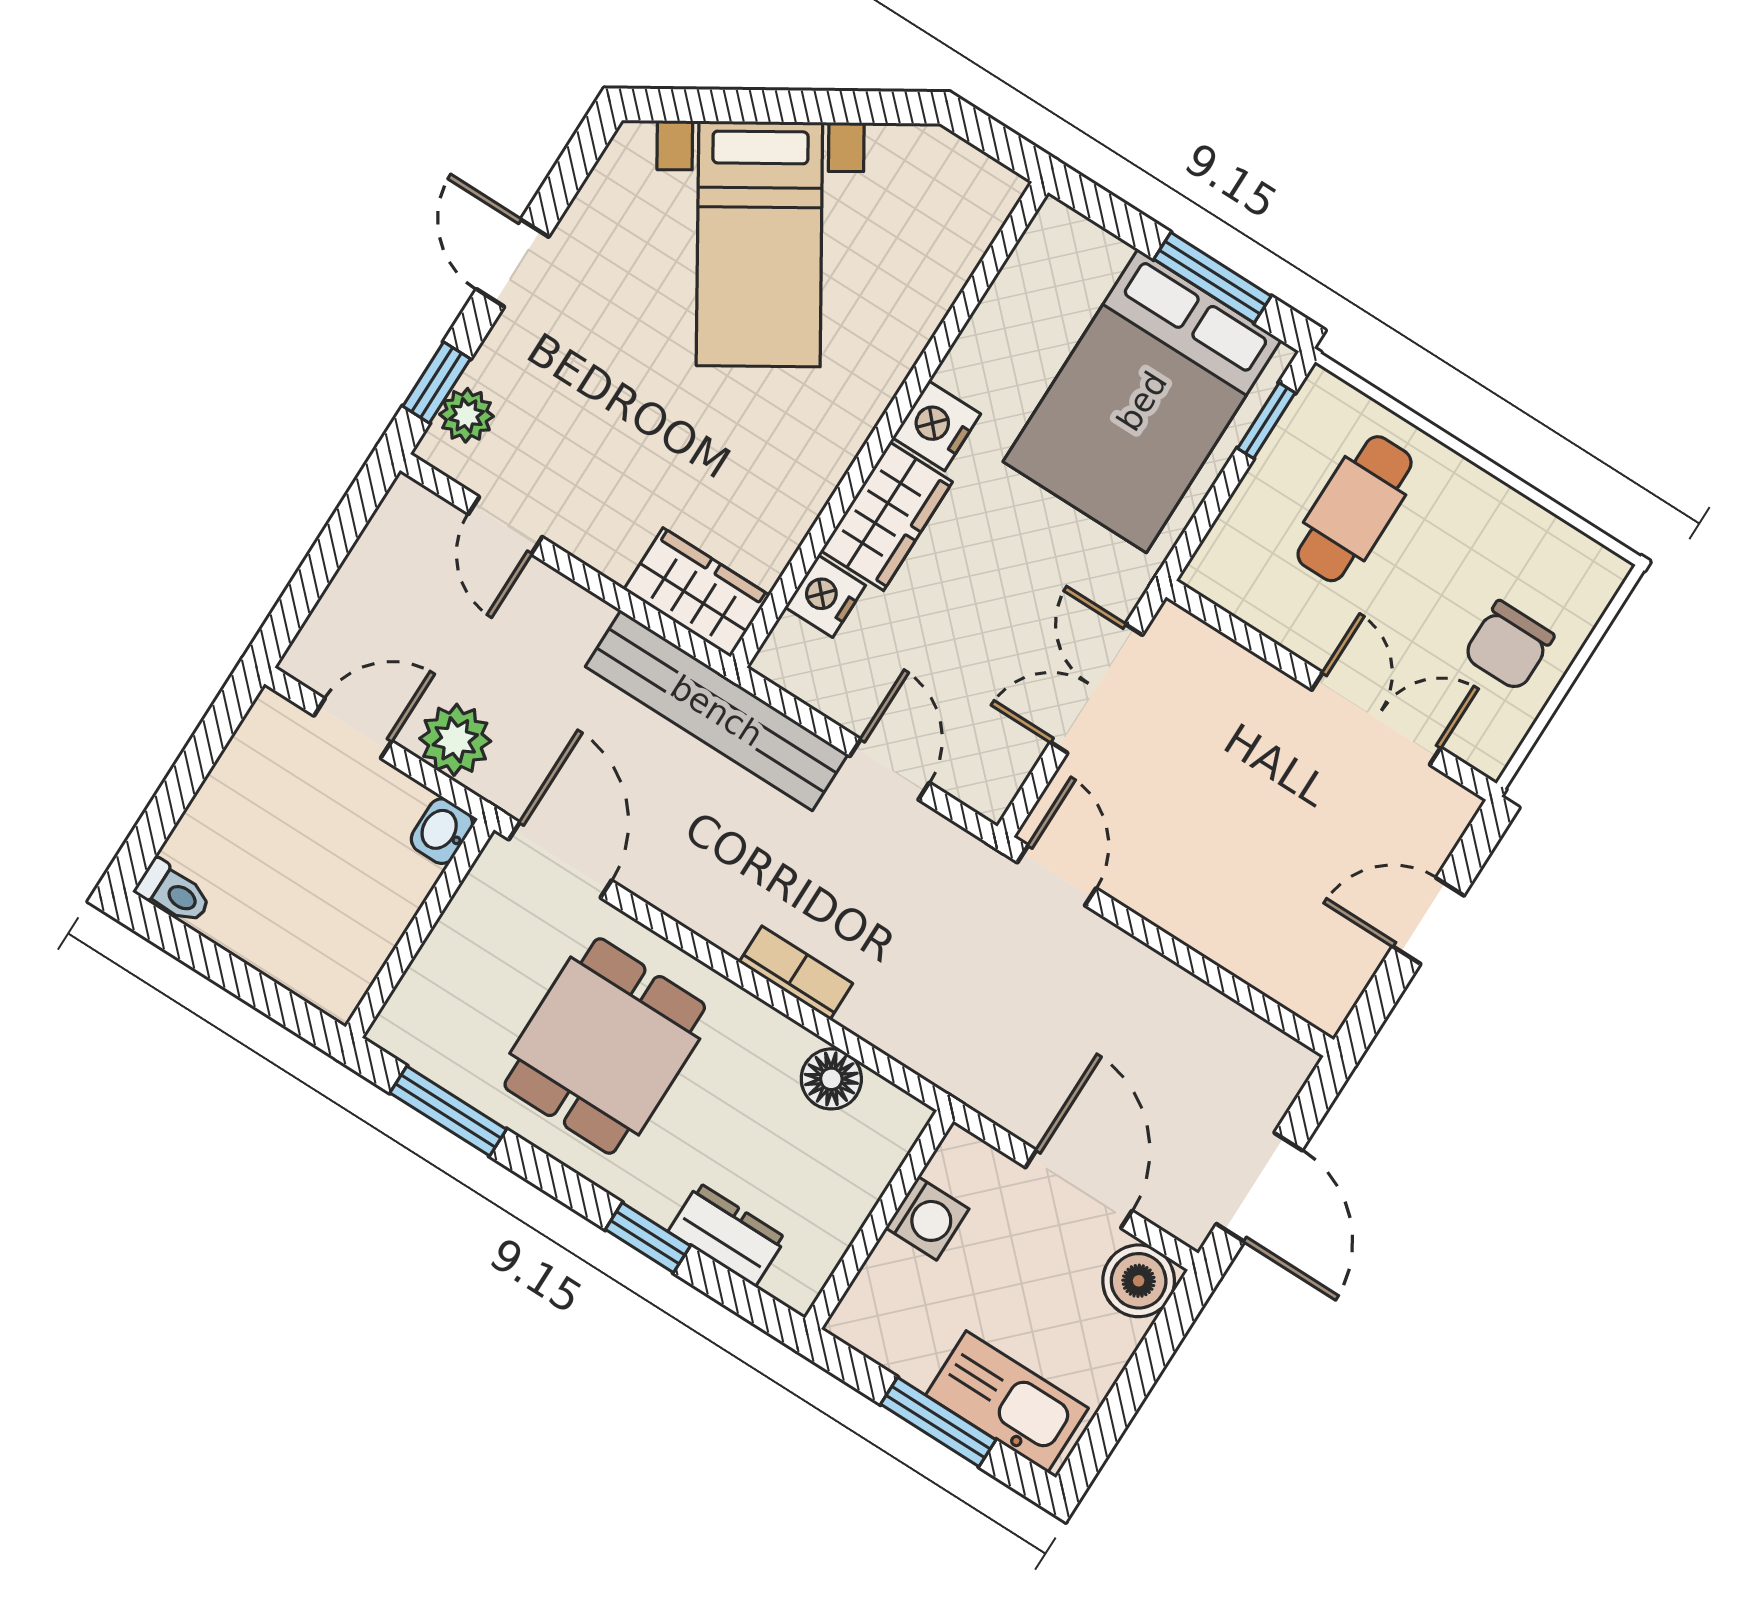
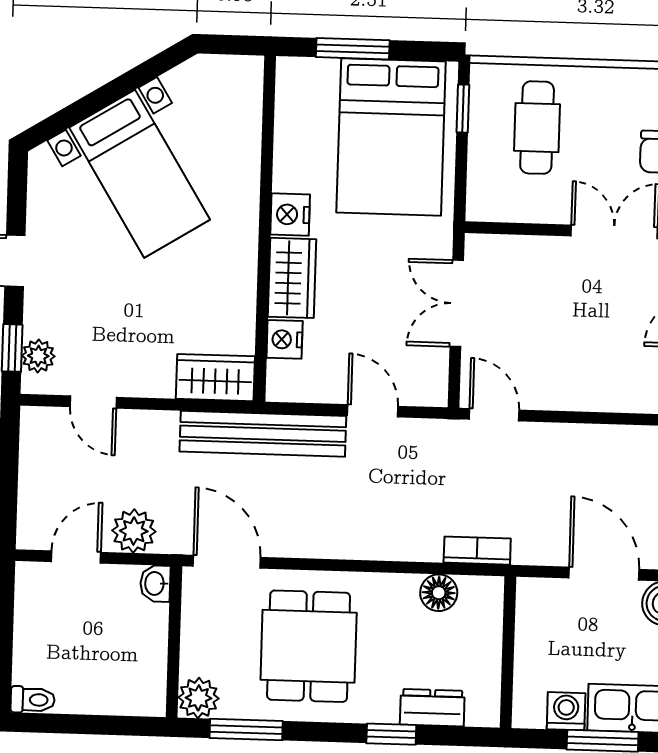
window: (1213, 278) -> (353, 49), moved
bookcase: (796, 973) -> (477, 551), moved
plant: (408, 1027) -> (198, 698), added
washing machine: (927, 1218) -> (566, 711), moved, turned -90

